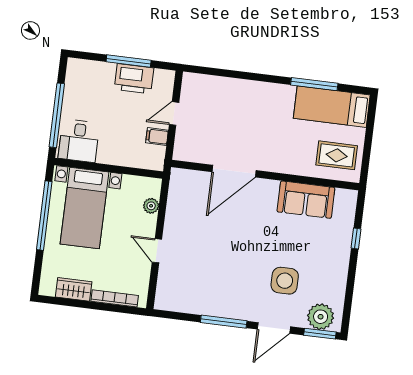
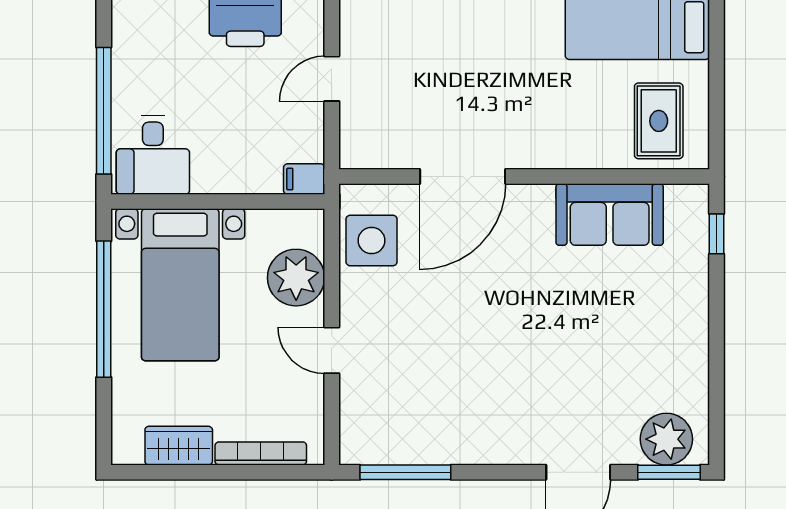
filing cabinet: (157, 137) -> (304, 179), moved
rug: (337, 155) -> (659, 121), turned 90
plant: (151, 206) -> (296, 278), width x1.87, depth x1.87
window: (356, 239) -> (717, 234), moved
side table: (285, 281) -> (372, 240), moved
window: (224, 322) -> (405, 472), moved

